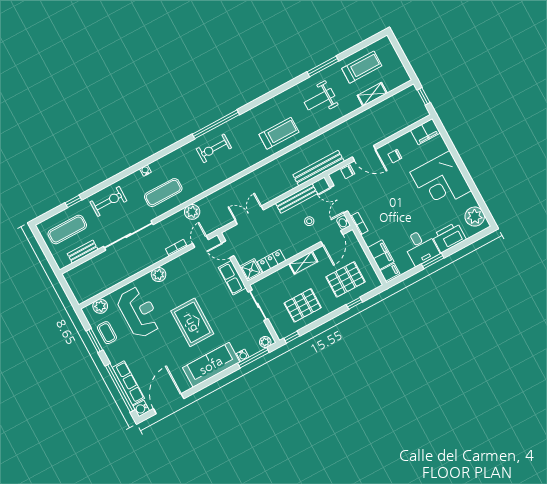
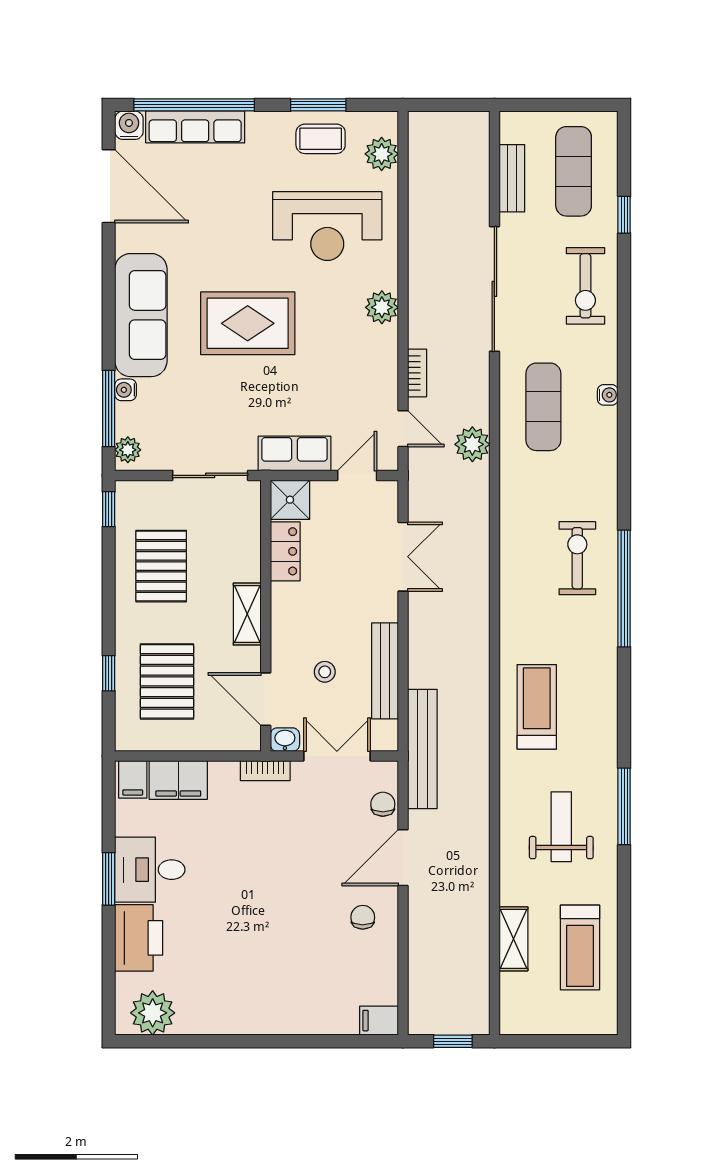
window: (323, 66) -> (624, 806), moved
filing cabinet: (425, 132) -> (379, 1021), width x0.50
treadmill: (279, 133) -> (537, 707), turned 180
corner desk: (441, 181) -> (261, 982), removed

